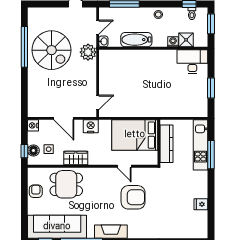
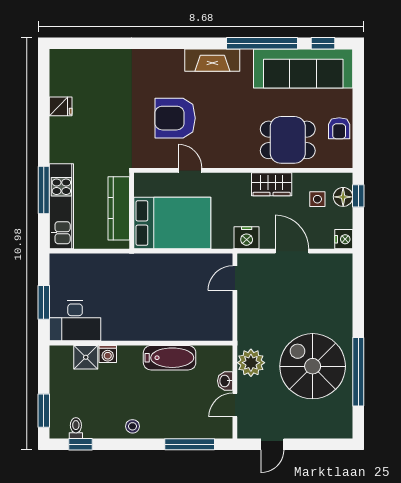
bathtub: (136, 40) -> (170, 358), moved
shower: (186, 40) -> (86, 357), moved
washing machine: (173, 42) -> (108, 354), moved
wall: (153, 48) -> (141, 343), moved
desk: (192, 62) -> (75, 321), moved

